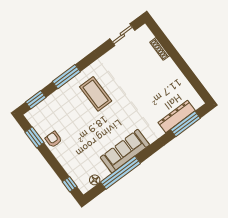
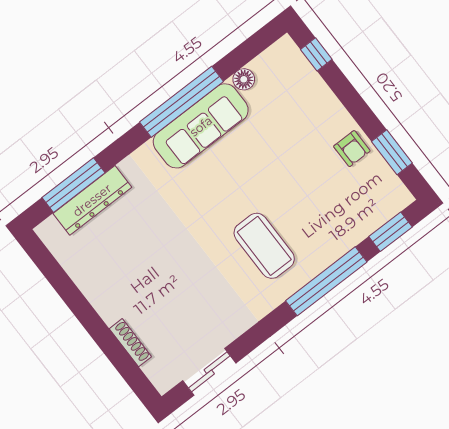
window: (66, 77) -> (326, 281), width x1.46
window: (120, 173) -> (181, 102), moved
floor lamp: (95, 180) -> (244, 79), moved

